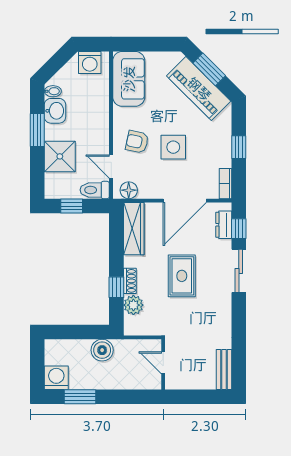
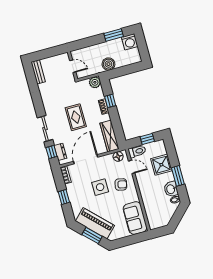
washing machine: (90, 62) -> (159, 221), removed
plant: (133, 305) -> (95, 82), moved

